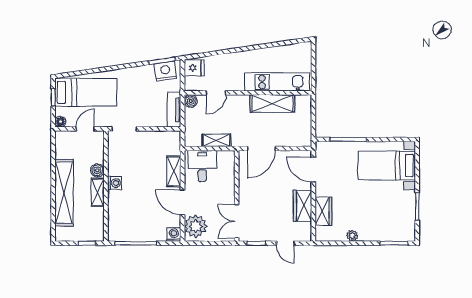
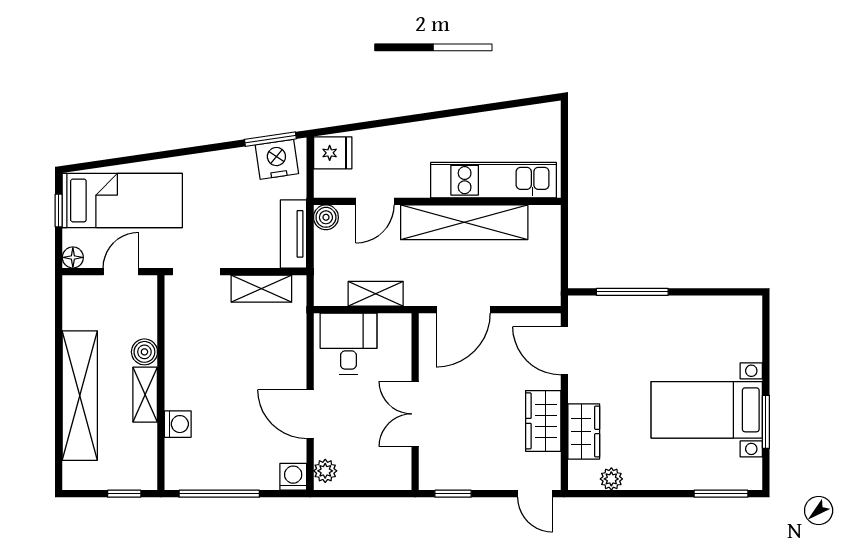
shelving: (272, 104) -> (464, 222), width x1.47
bed with nightstands: (387, 165) -> (707, 410), moved
shelving: (174, 171) -> (261, 289), moved, turned 90
washing machine: (114, 183) -> (178, 424), moved
double door: (237, 221) -> (415, 414), moved
plant: (196, 226) -> (325, 471), width x0.53, depth x0.53
plant: (352, 236) -> (611, 479), moved
door: (285, 243) -> (535, 494), moved

